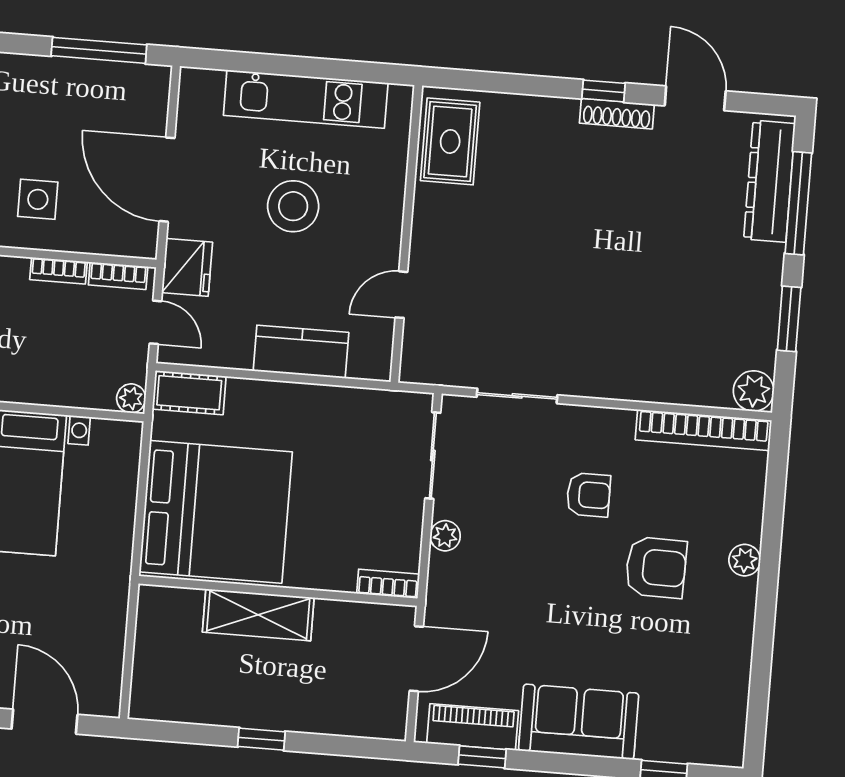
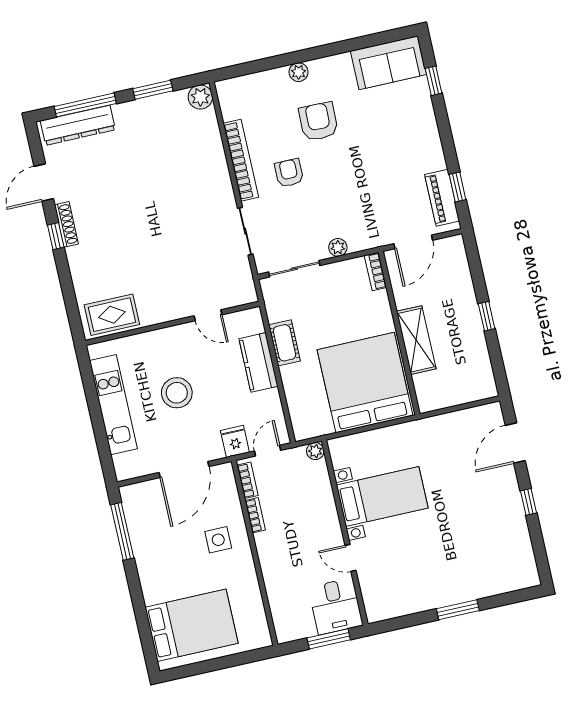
fridge: (187, 267) -> (235, 441), width x0.72
cot: (189, 393) -> (285, 343), moved
bookcase: (703, 430) -> (241, 160), moved
door: (416, 659) -> (413, 242), swing flipped
sofa: (579, 722) -> (388, 63), moved, turned -90

